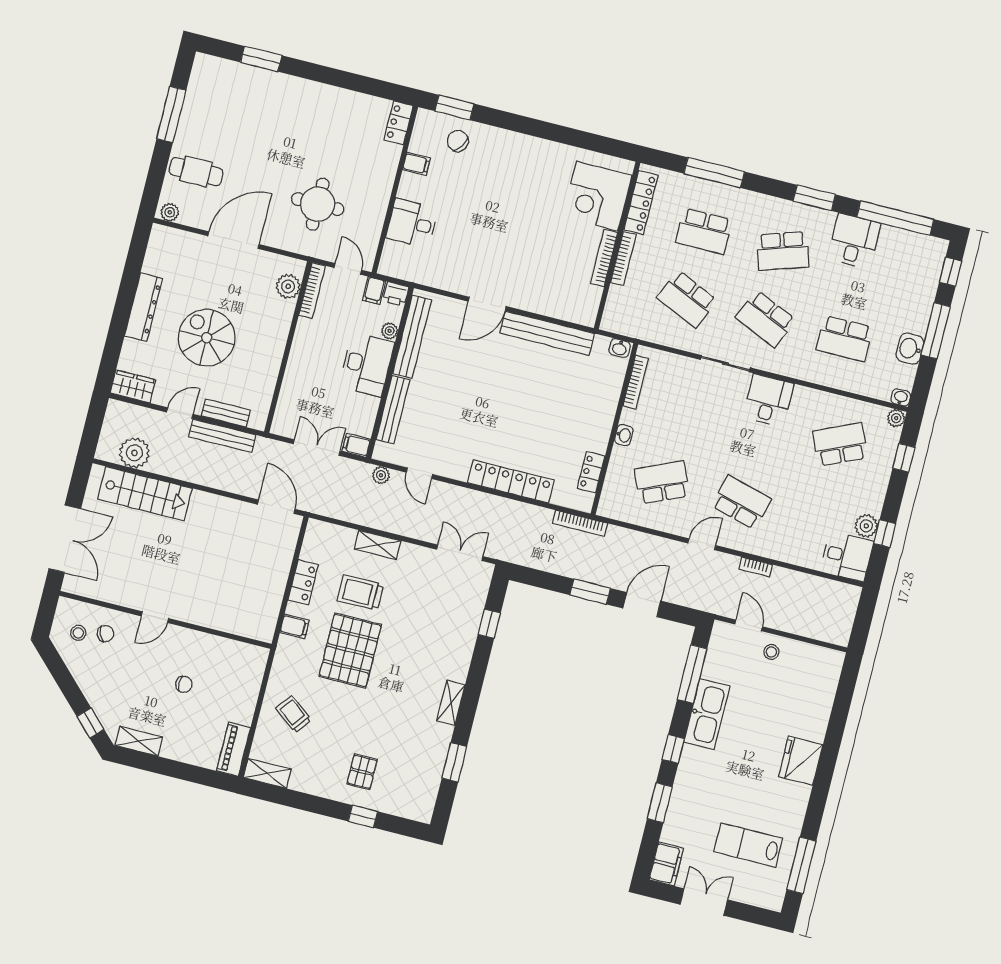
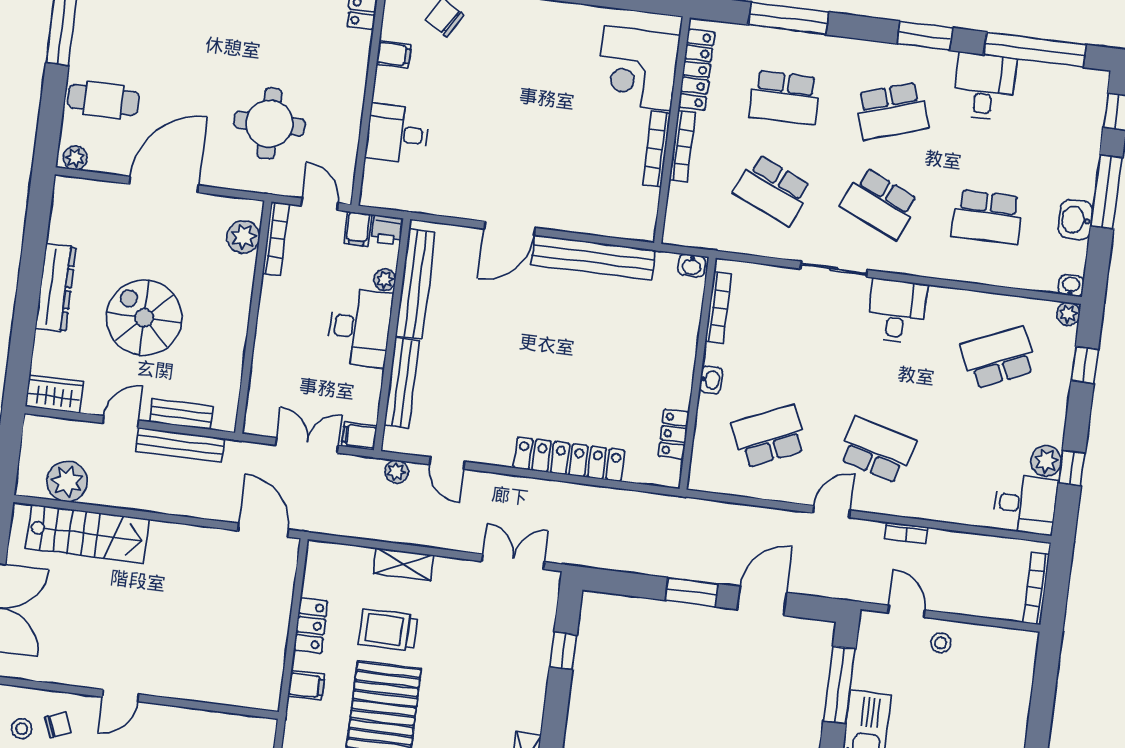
bookcase: (580, 523) -> (1036, 588), moved, turned 90

